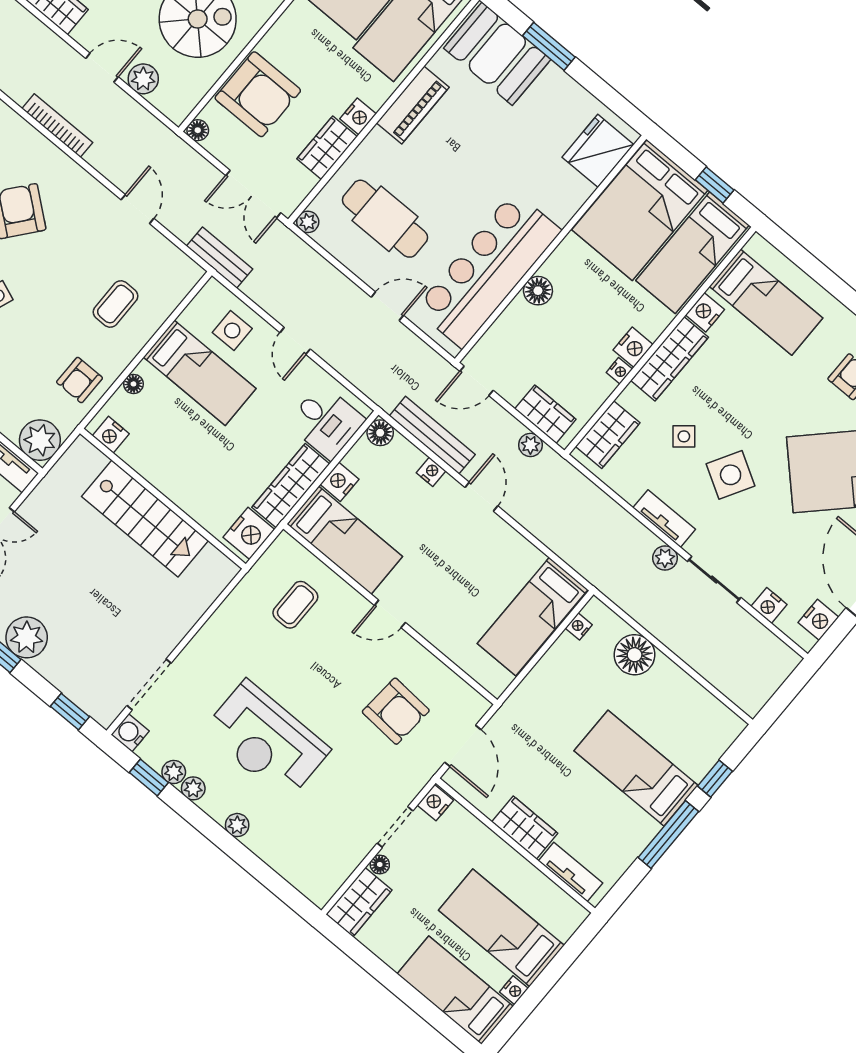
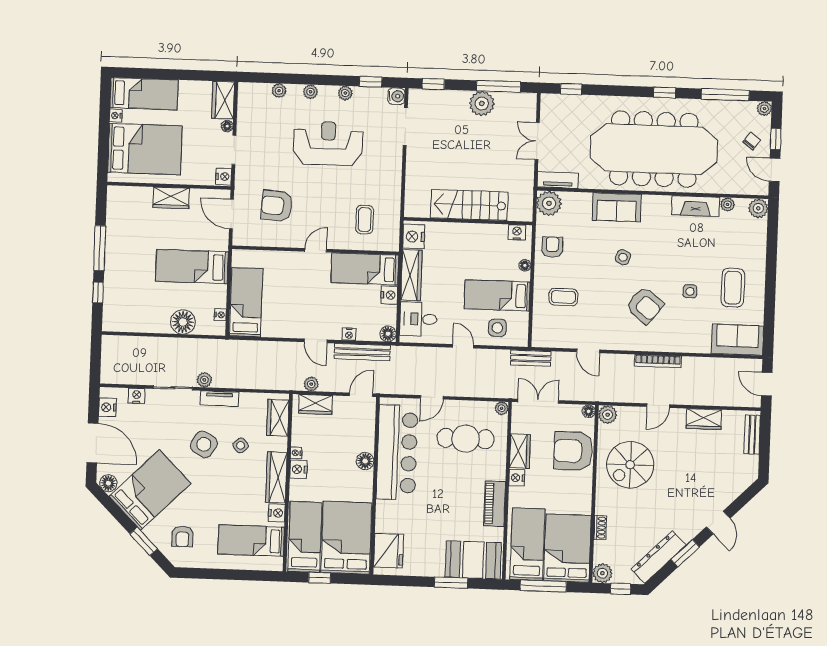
plant: (143, 79) -> (608, 415), moved
coffee table: (116, 304) -> (563, 297), turned 90
bed: (636, 768) -> (192, 267), moved, turned 180
plant: (174, 772) -> (279, 91), moved
tv unit: (570, 872) -> (133, 194), removed
bed: (501, 928) -> (145, 149), width x1.50

